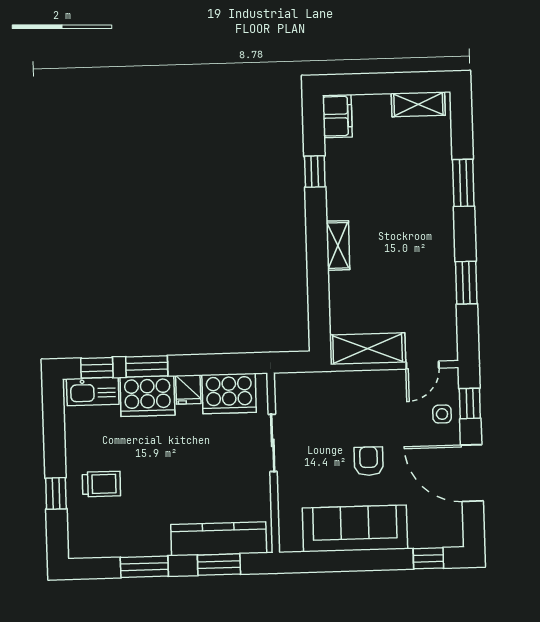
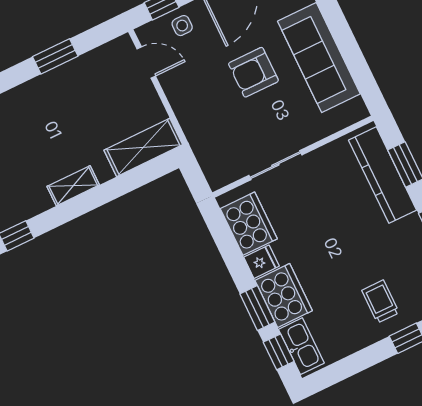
shelving: (368, 349) -> (143, 147), moved, turned 90
armchair: (369, 461) -> (253, 72), width x1.38, depth x1.38

